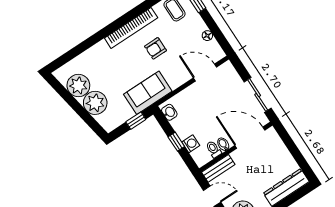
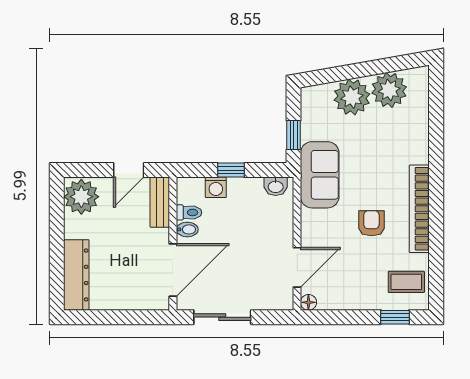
floor lamp: (207, 36) -> (308, 302), moved

